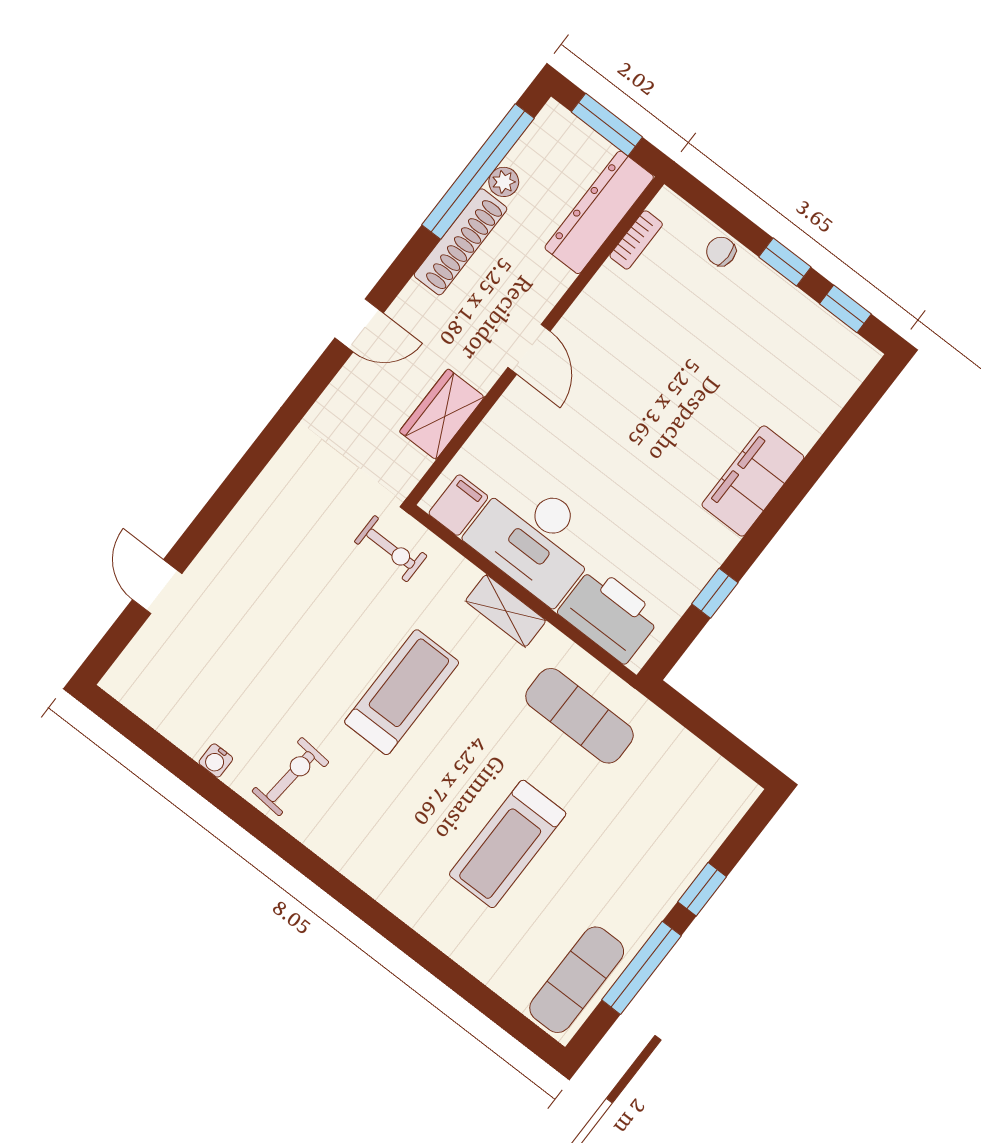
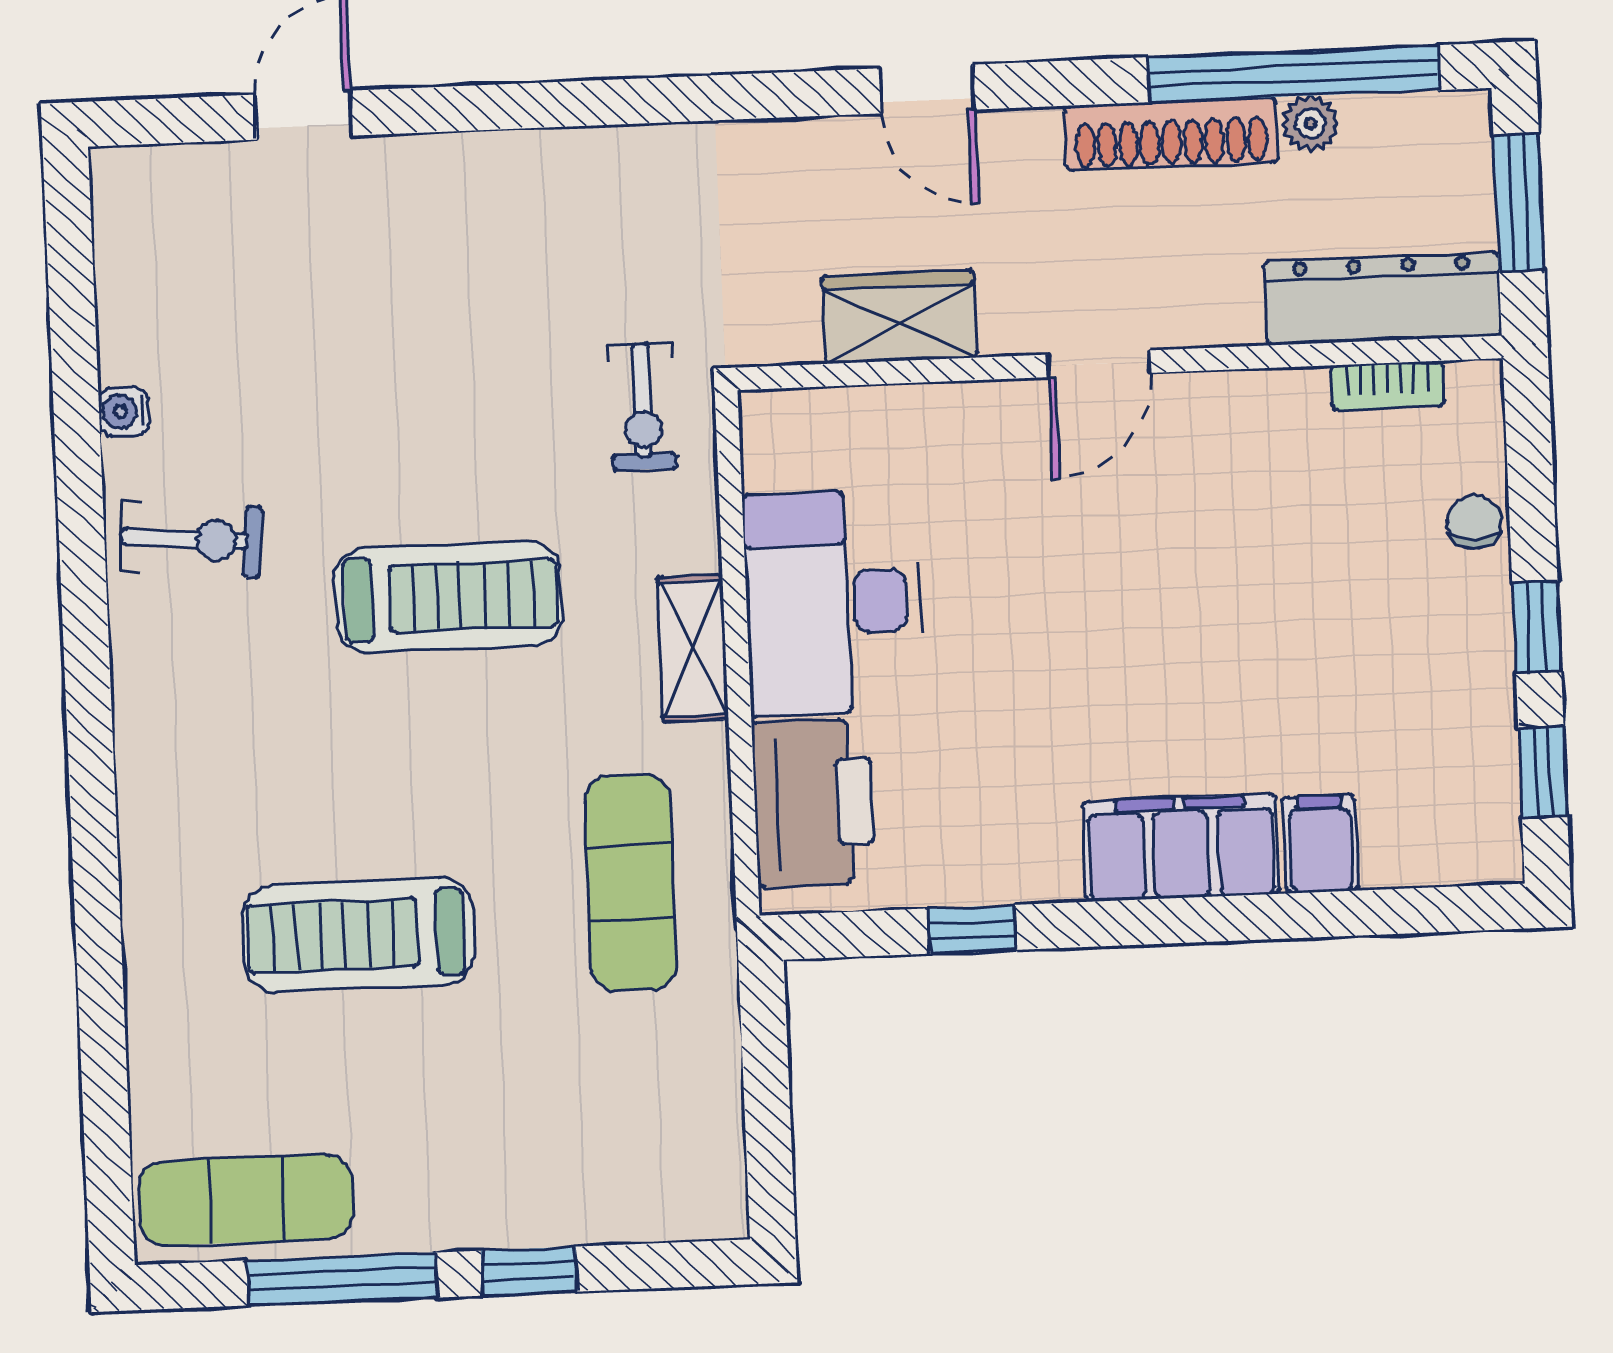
filing cabinet: (458, 505) -> (1320, 844), moved, turned -90

